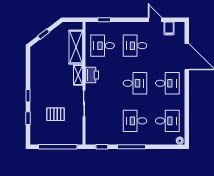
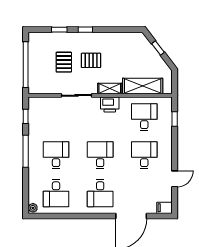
filing cabinet: (169, 28) -> (164, 208), moved
desk: (135, 83) -> (100, 155), turned 180
pallet: (54, 91) -> (91, 60), added

